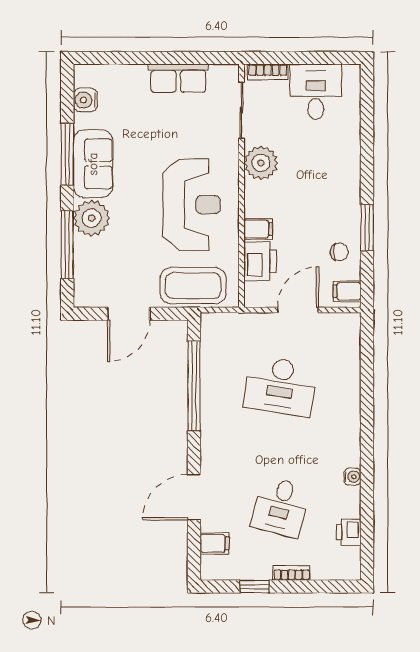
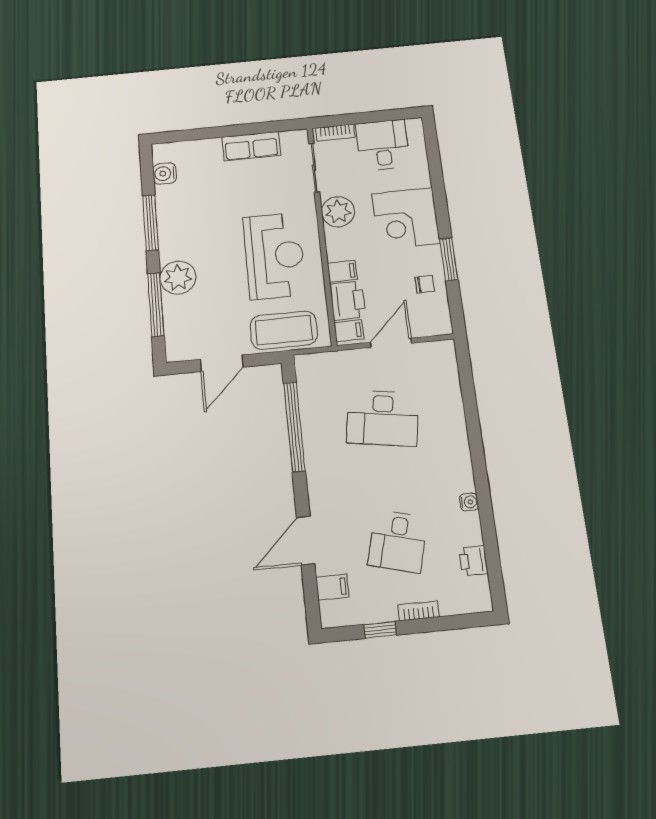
sofa: (93, 164) -> (176, 229), removed
corner desk: (329, 178) -> (406, 218), added
filing cabinet: (347, 291) -> (349, 331), moved, turned 180

